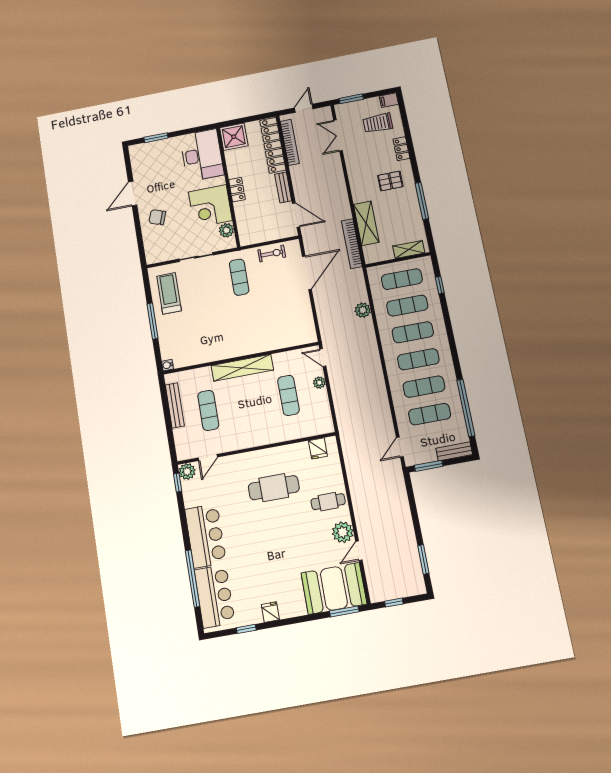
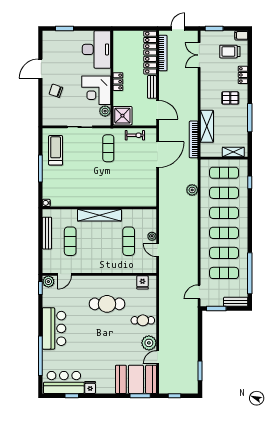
shower: (234, 137) -> (122, 116), moved
door: (323, 358) -> (158, 250), moved
bar counter: (215, 596) -> (64, 382), moved, turned -90

